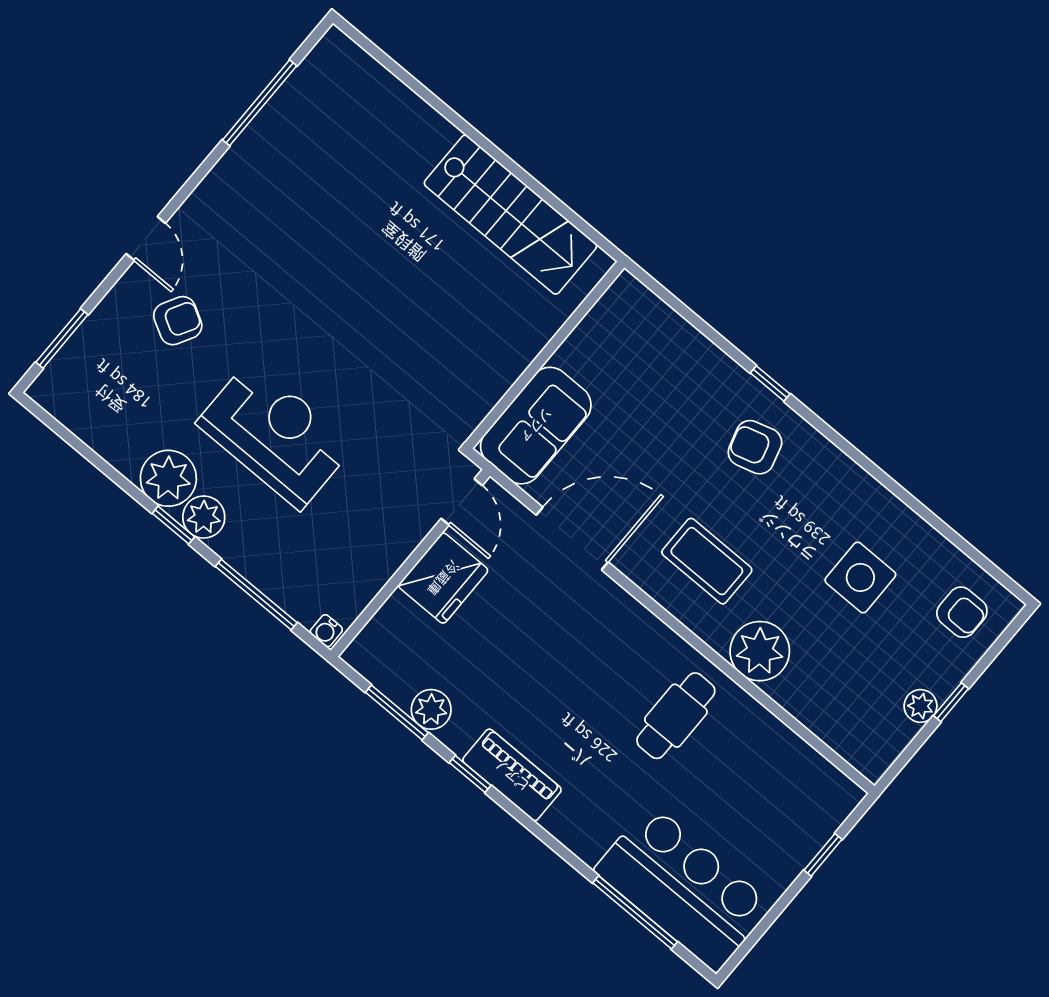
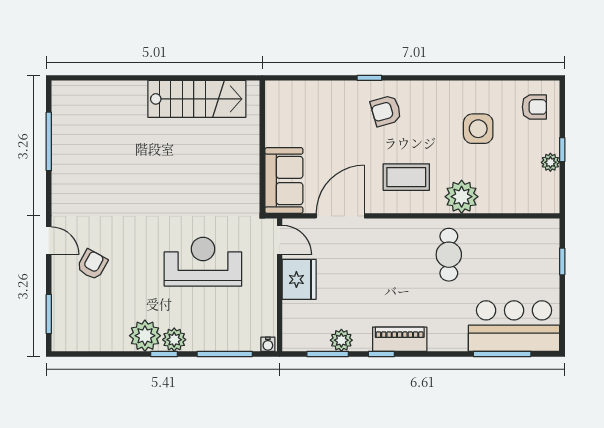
reception desk: (275, 435) -> (203, 262), moved

